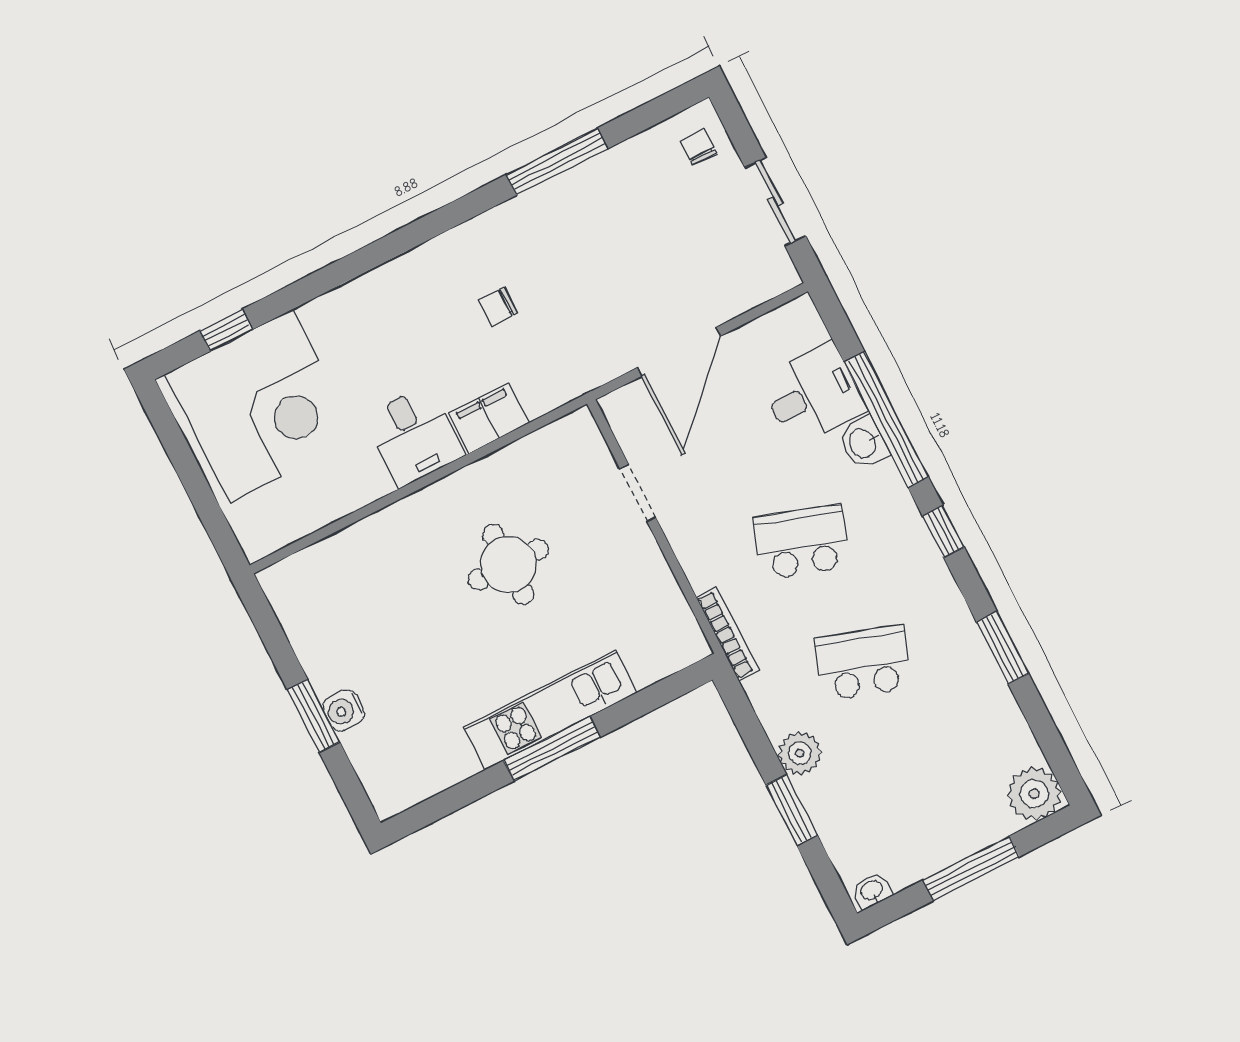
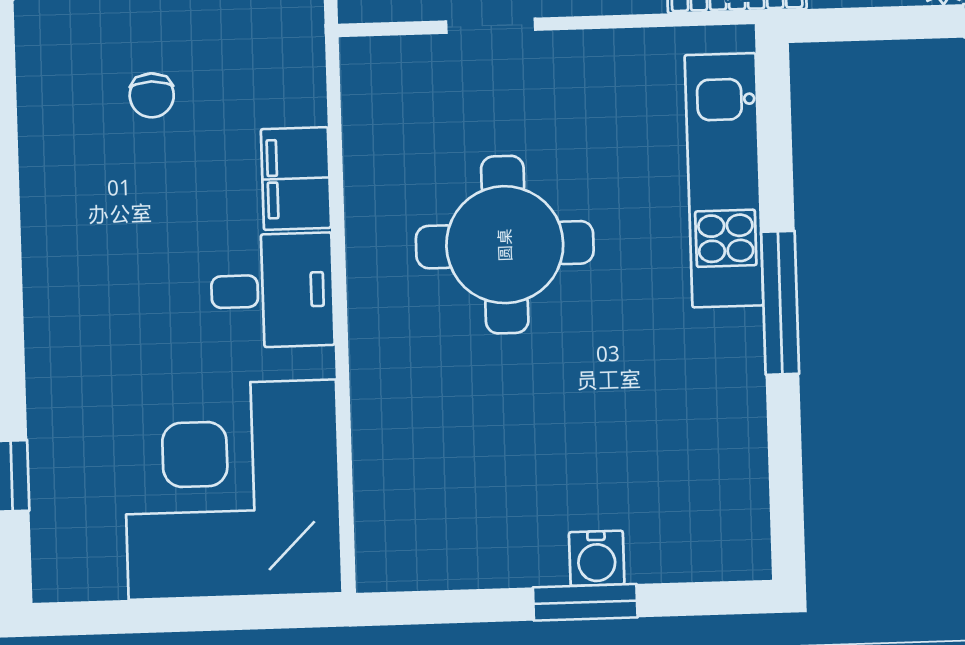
corner desk: (261, 406) -> (232, 490), moved, turned -90
round table: (508, 564) -> (505, 245), width x1.36, depth x1.36
kitchen unit: (550, 710) -> (724, 180), moved

